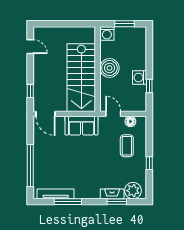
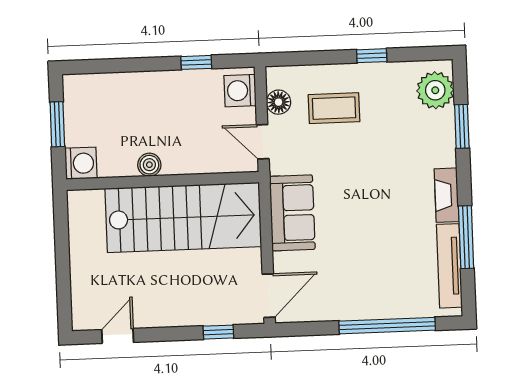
boiler: (109, 68) -> (149, 165), width x0.54, depth x0.54
washing machine: (140, 78) -> (240, 91), moved, turned 90
door: (113, 114) -> (263, 142), hinge flipped
fireplace: (112, 194) -> (447, 195), moved

